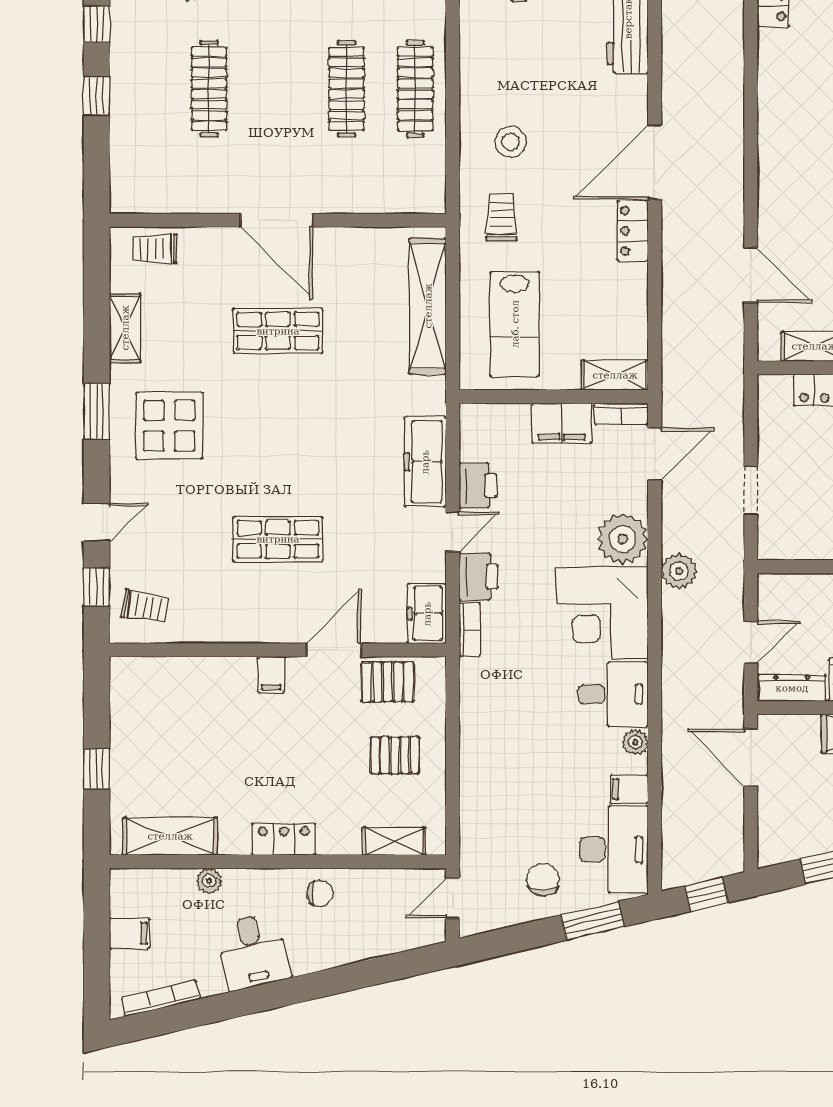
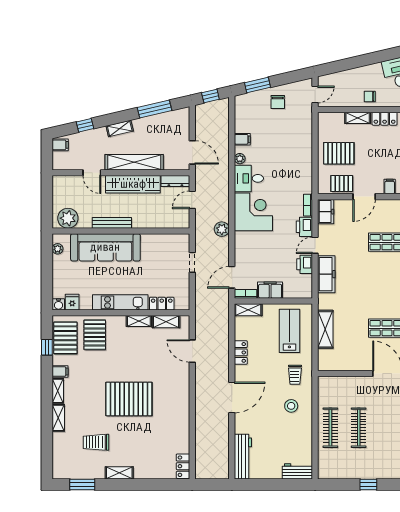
locker: (633, 231) -> (241, 352), moved
shelving: (428, 306) -> (325, 329), width x0.68
plant: (623, 539) -> (245, 242), removed
pallet: (395, 755) -> (339, 153), width x1.50, depth x1.42
shelving: (394, 841) -> (358, 118), moved
desk: (614, 850) -> (249, 114), removed

